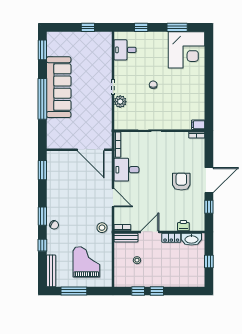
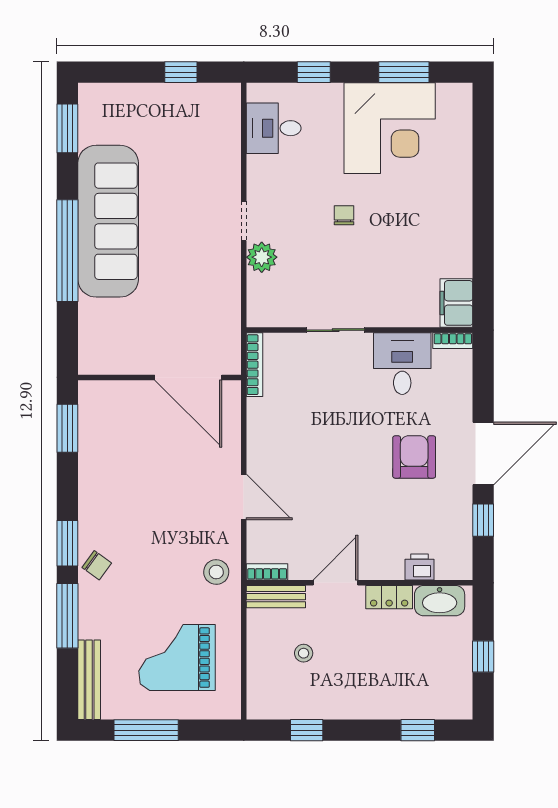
corner desk: (187, 50) -> (390, 128), moved
filing cabinet: (198, 125) -> (456, 303), width x2.00
desk: (126, 170) -> (402, 364), moved, turned 90
window: (42, 245) -> (67, 616), width x2.17
grand piano: (86, 262) -> (177, 658), turned -90
window: (157, 291) -> (418, 730), moved

